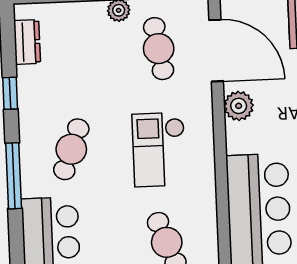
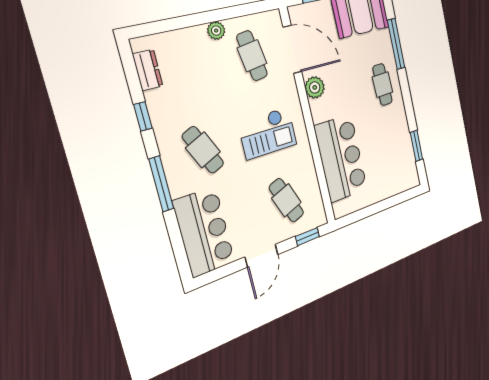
cafe table: (71, 149) -> (203, 150), turned -45
checkout: (159, 150) -> (268, 133), turned -90

